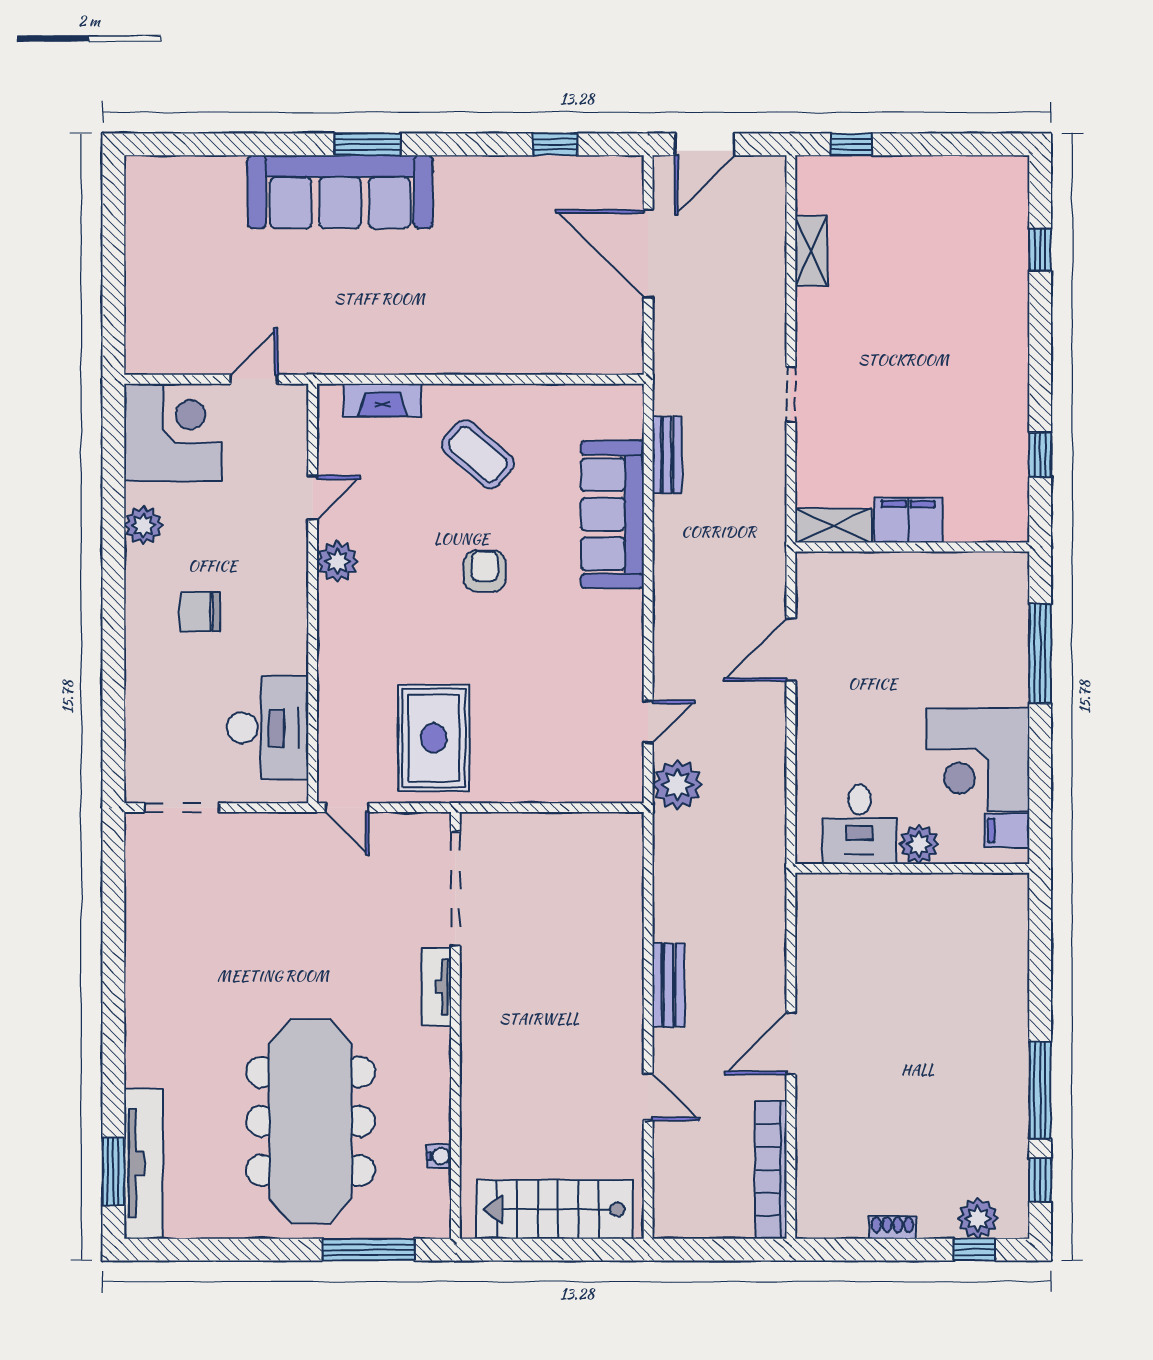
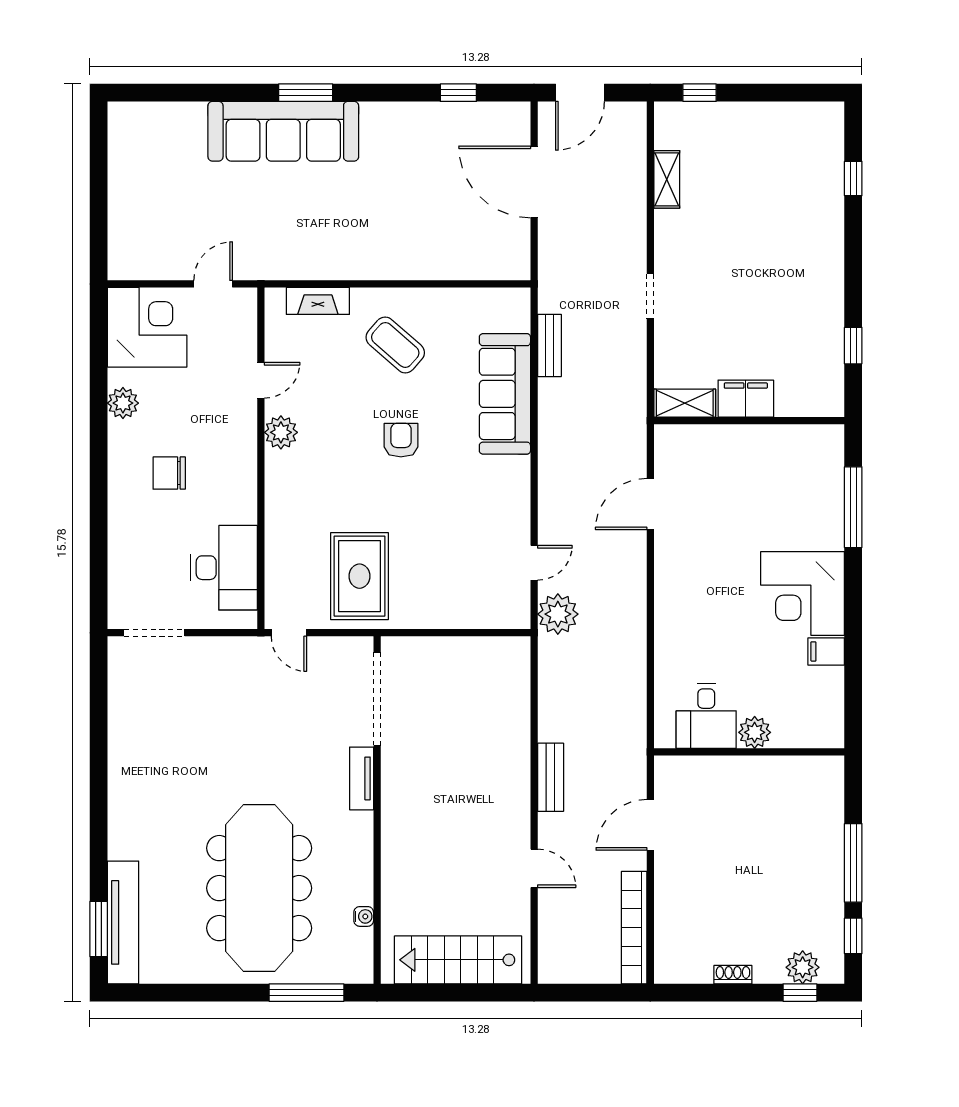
desk: (860, 824) -> (706, 716), moved
plant: (919, 844) -> (755, 732), moved
wall: (912, 868) -> (749, 752), moved

